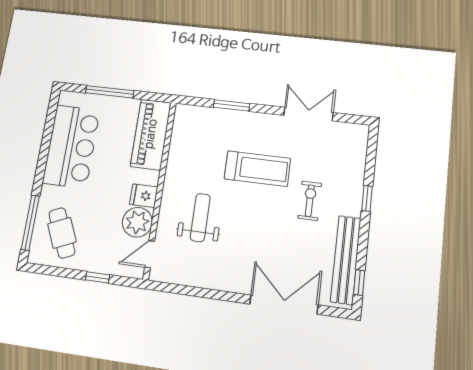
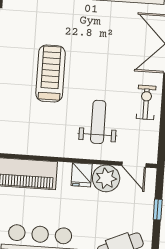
exercise bike: (310, 201) -> (146, 102), moved, turned 90
weight bench: (200, 218) -> (98, 122), turned 90

